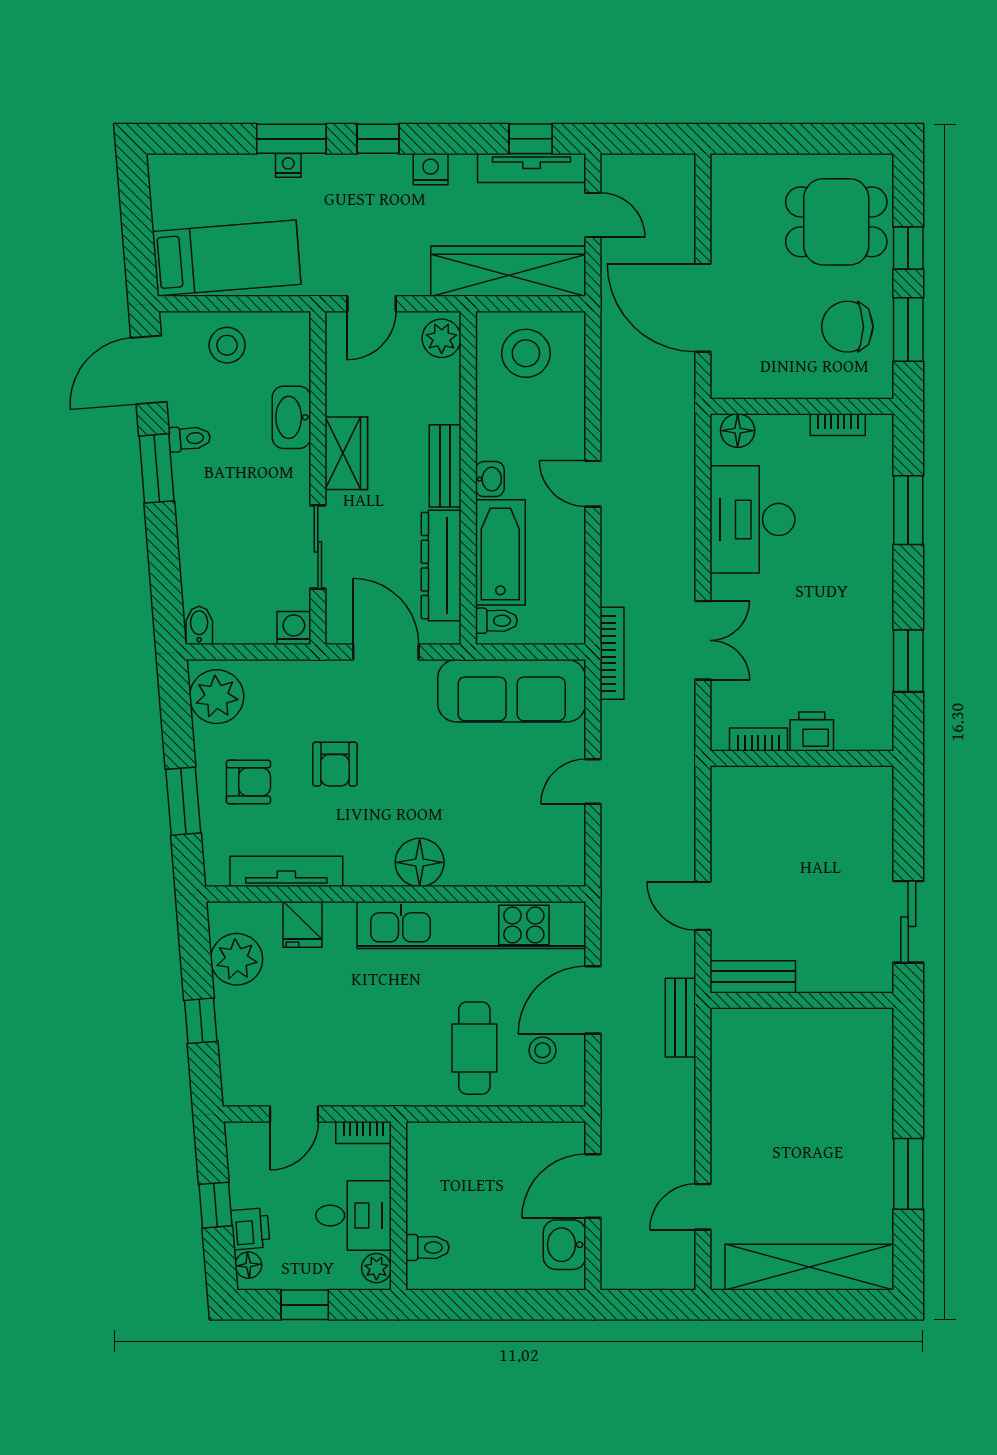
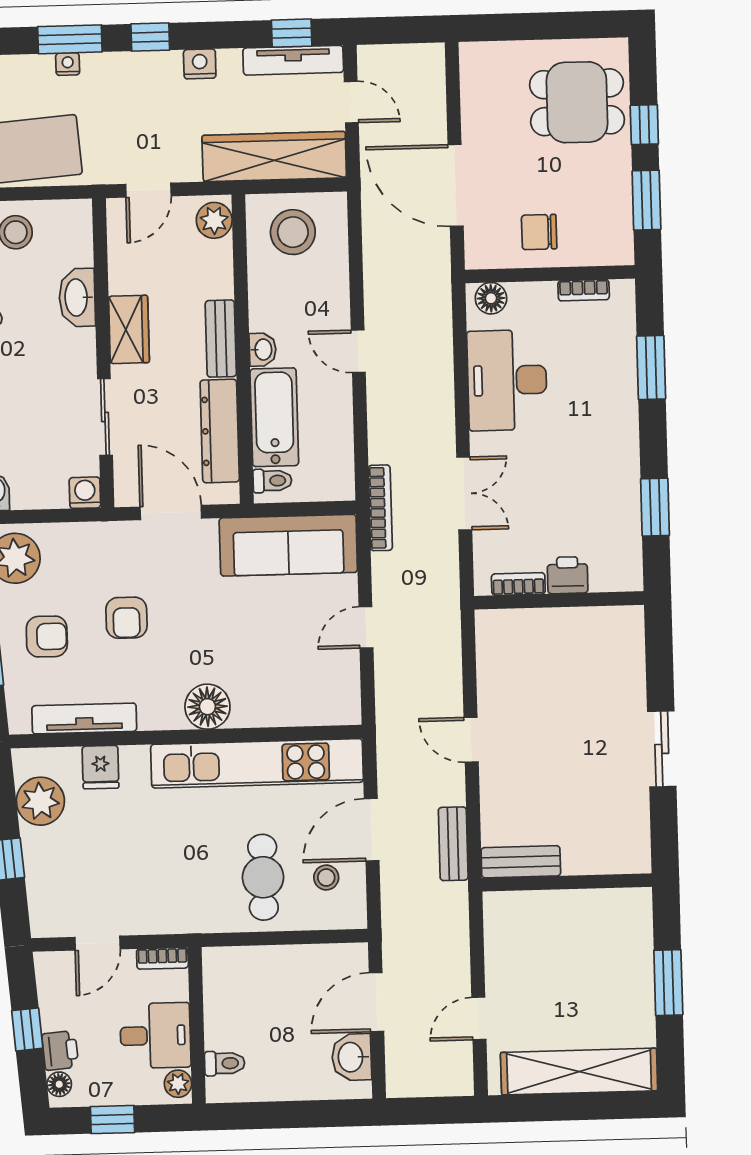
chair: (847, 327) -> (539, 232), moved, width x0.73, depth x0.73
bench: (753, 977) -> (521, 862), moved
wall: (802, 1000) -> (567, 882), moved

